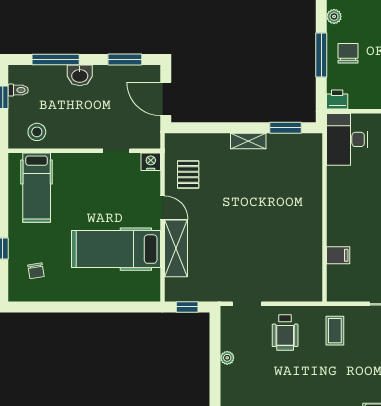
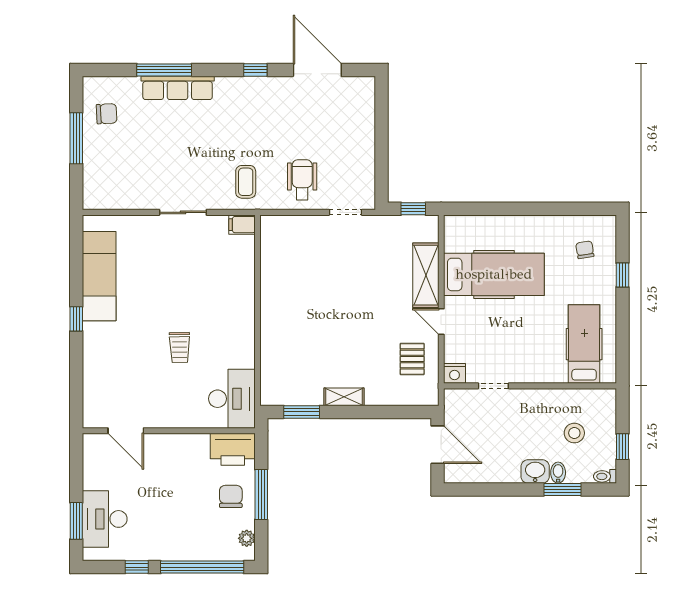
chair: (348, 53) -> (231, 496), turned 180
window: (56, 59) -> (562, 489), width x0.69
window: (125, 59) -> (484, 489), removed
bidet: (59, 74) -> (558, 473), added
toilet: (18, 90) -> (605, 476), moved
printer: (337, 100) -> (233, 449), width x1.87, depth x1.48
stool: (37, 132) -> (574, 433), moved
filing cabinet: (338, 255) -> (242, 225), moved
plant: (227, 358) -> (368, 151), removed

